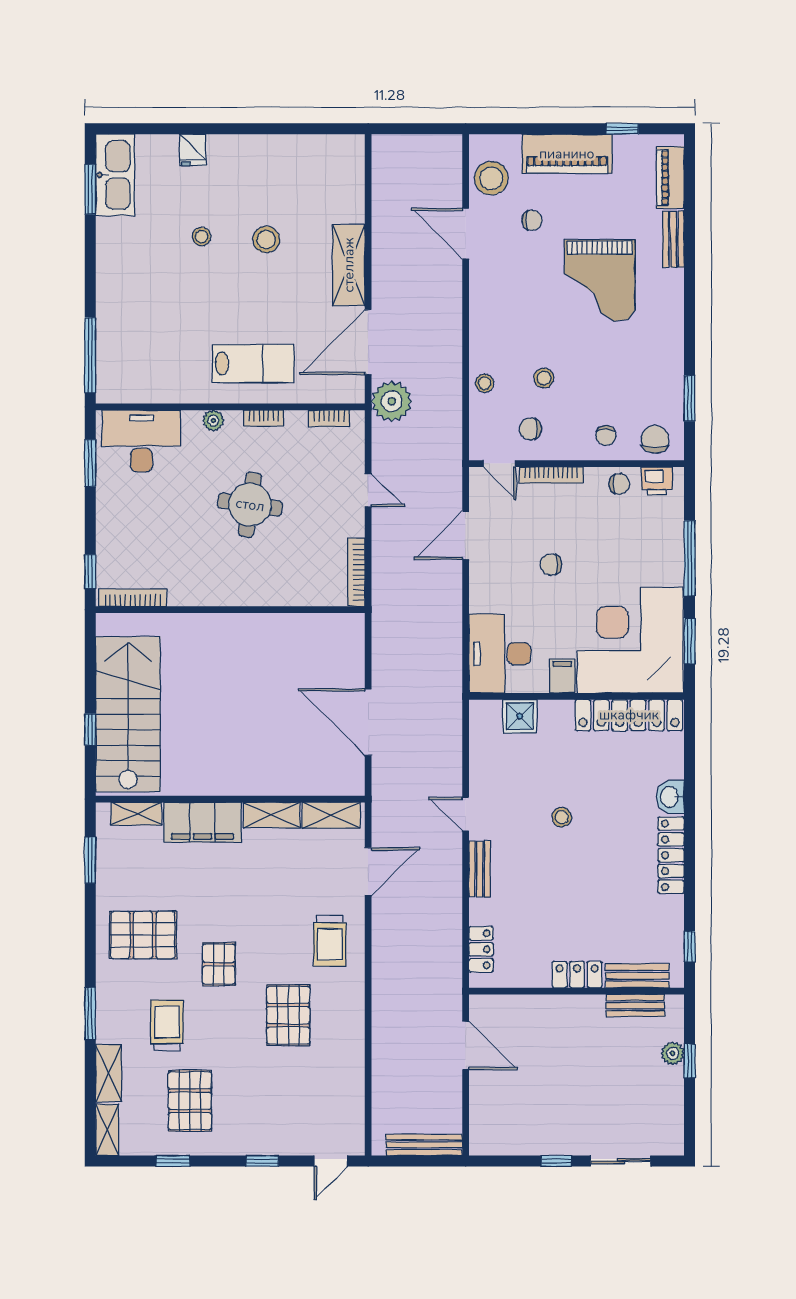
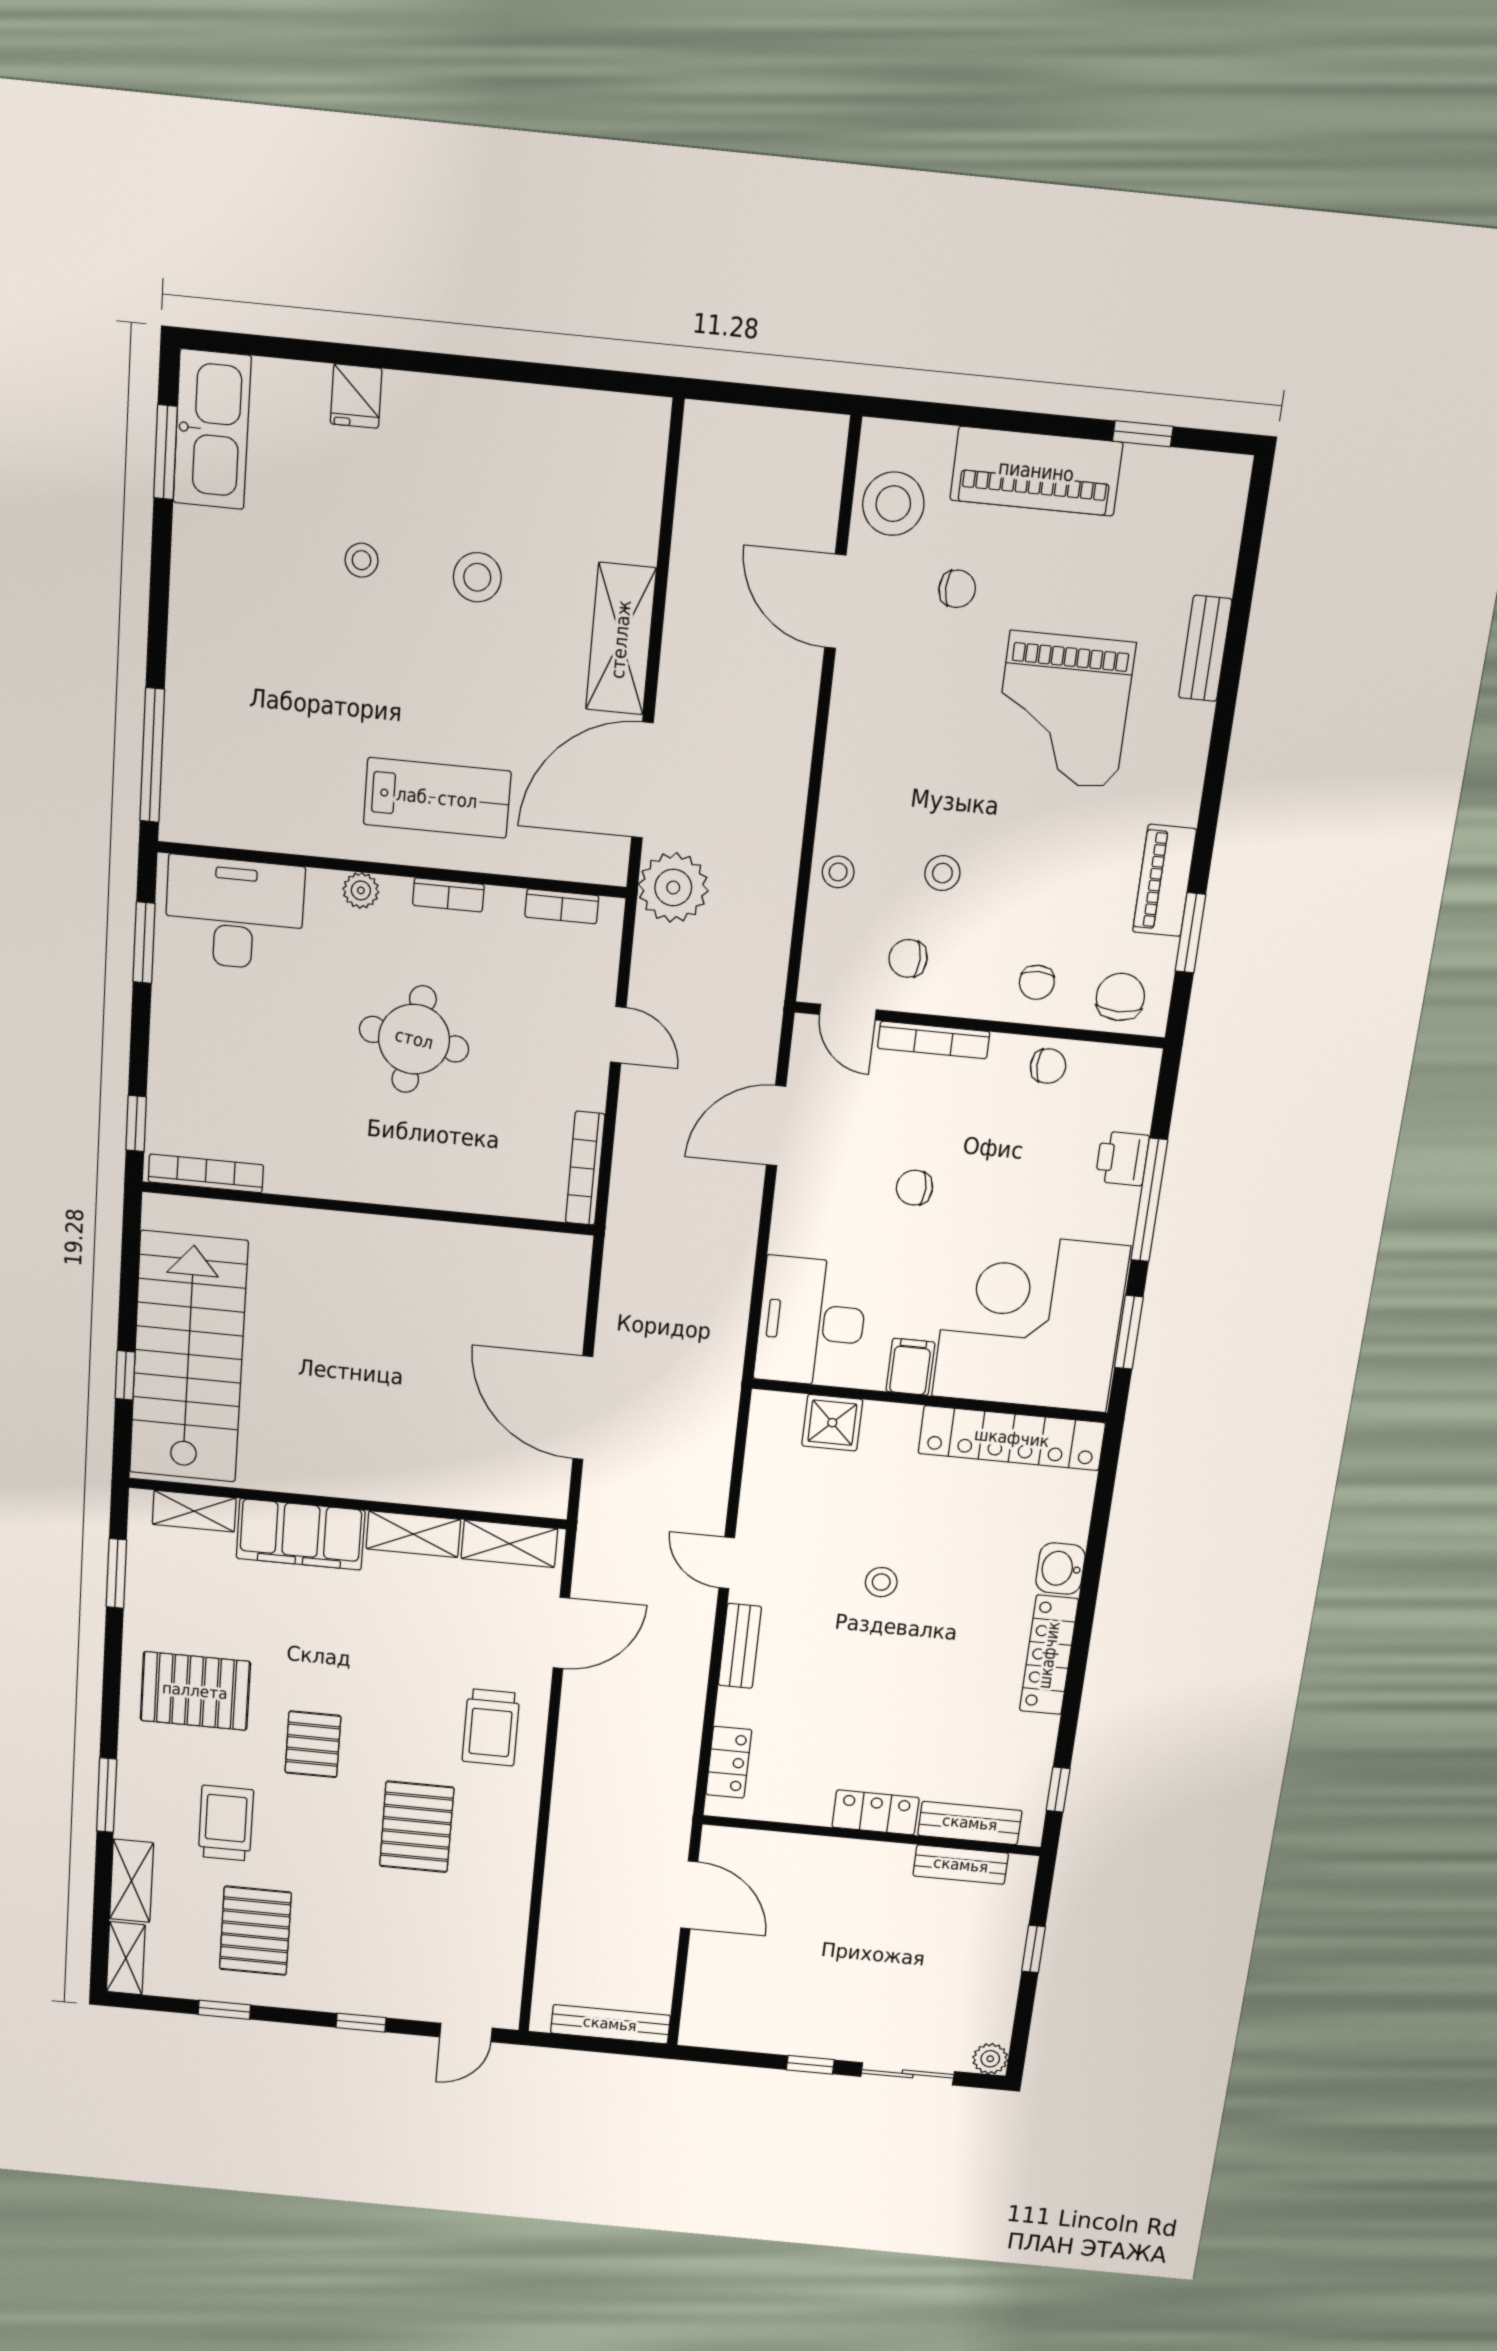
piano: (670, 178) -> (1164, 881), moved
printer: (657, 481) -> (1122, 1158), moved, turned 90
plant: (673, 1053) -> (990, 2059), moved

